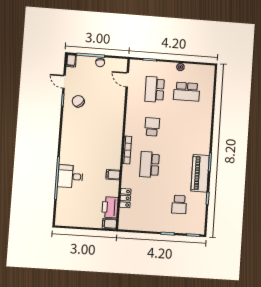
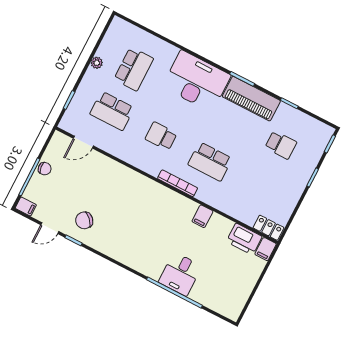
desk: (196, 134) -> (197, 81), added
locker: (125, 198) -> (268, 228), moved

